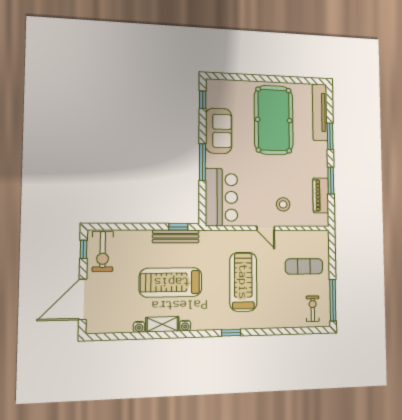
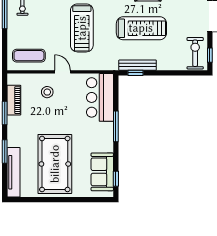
sofa: (219, 131) -> (102, 172), moved
exercise mat: (304, 266) -> (29, 56), moved

